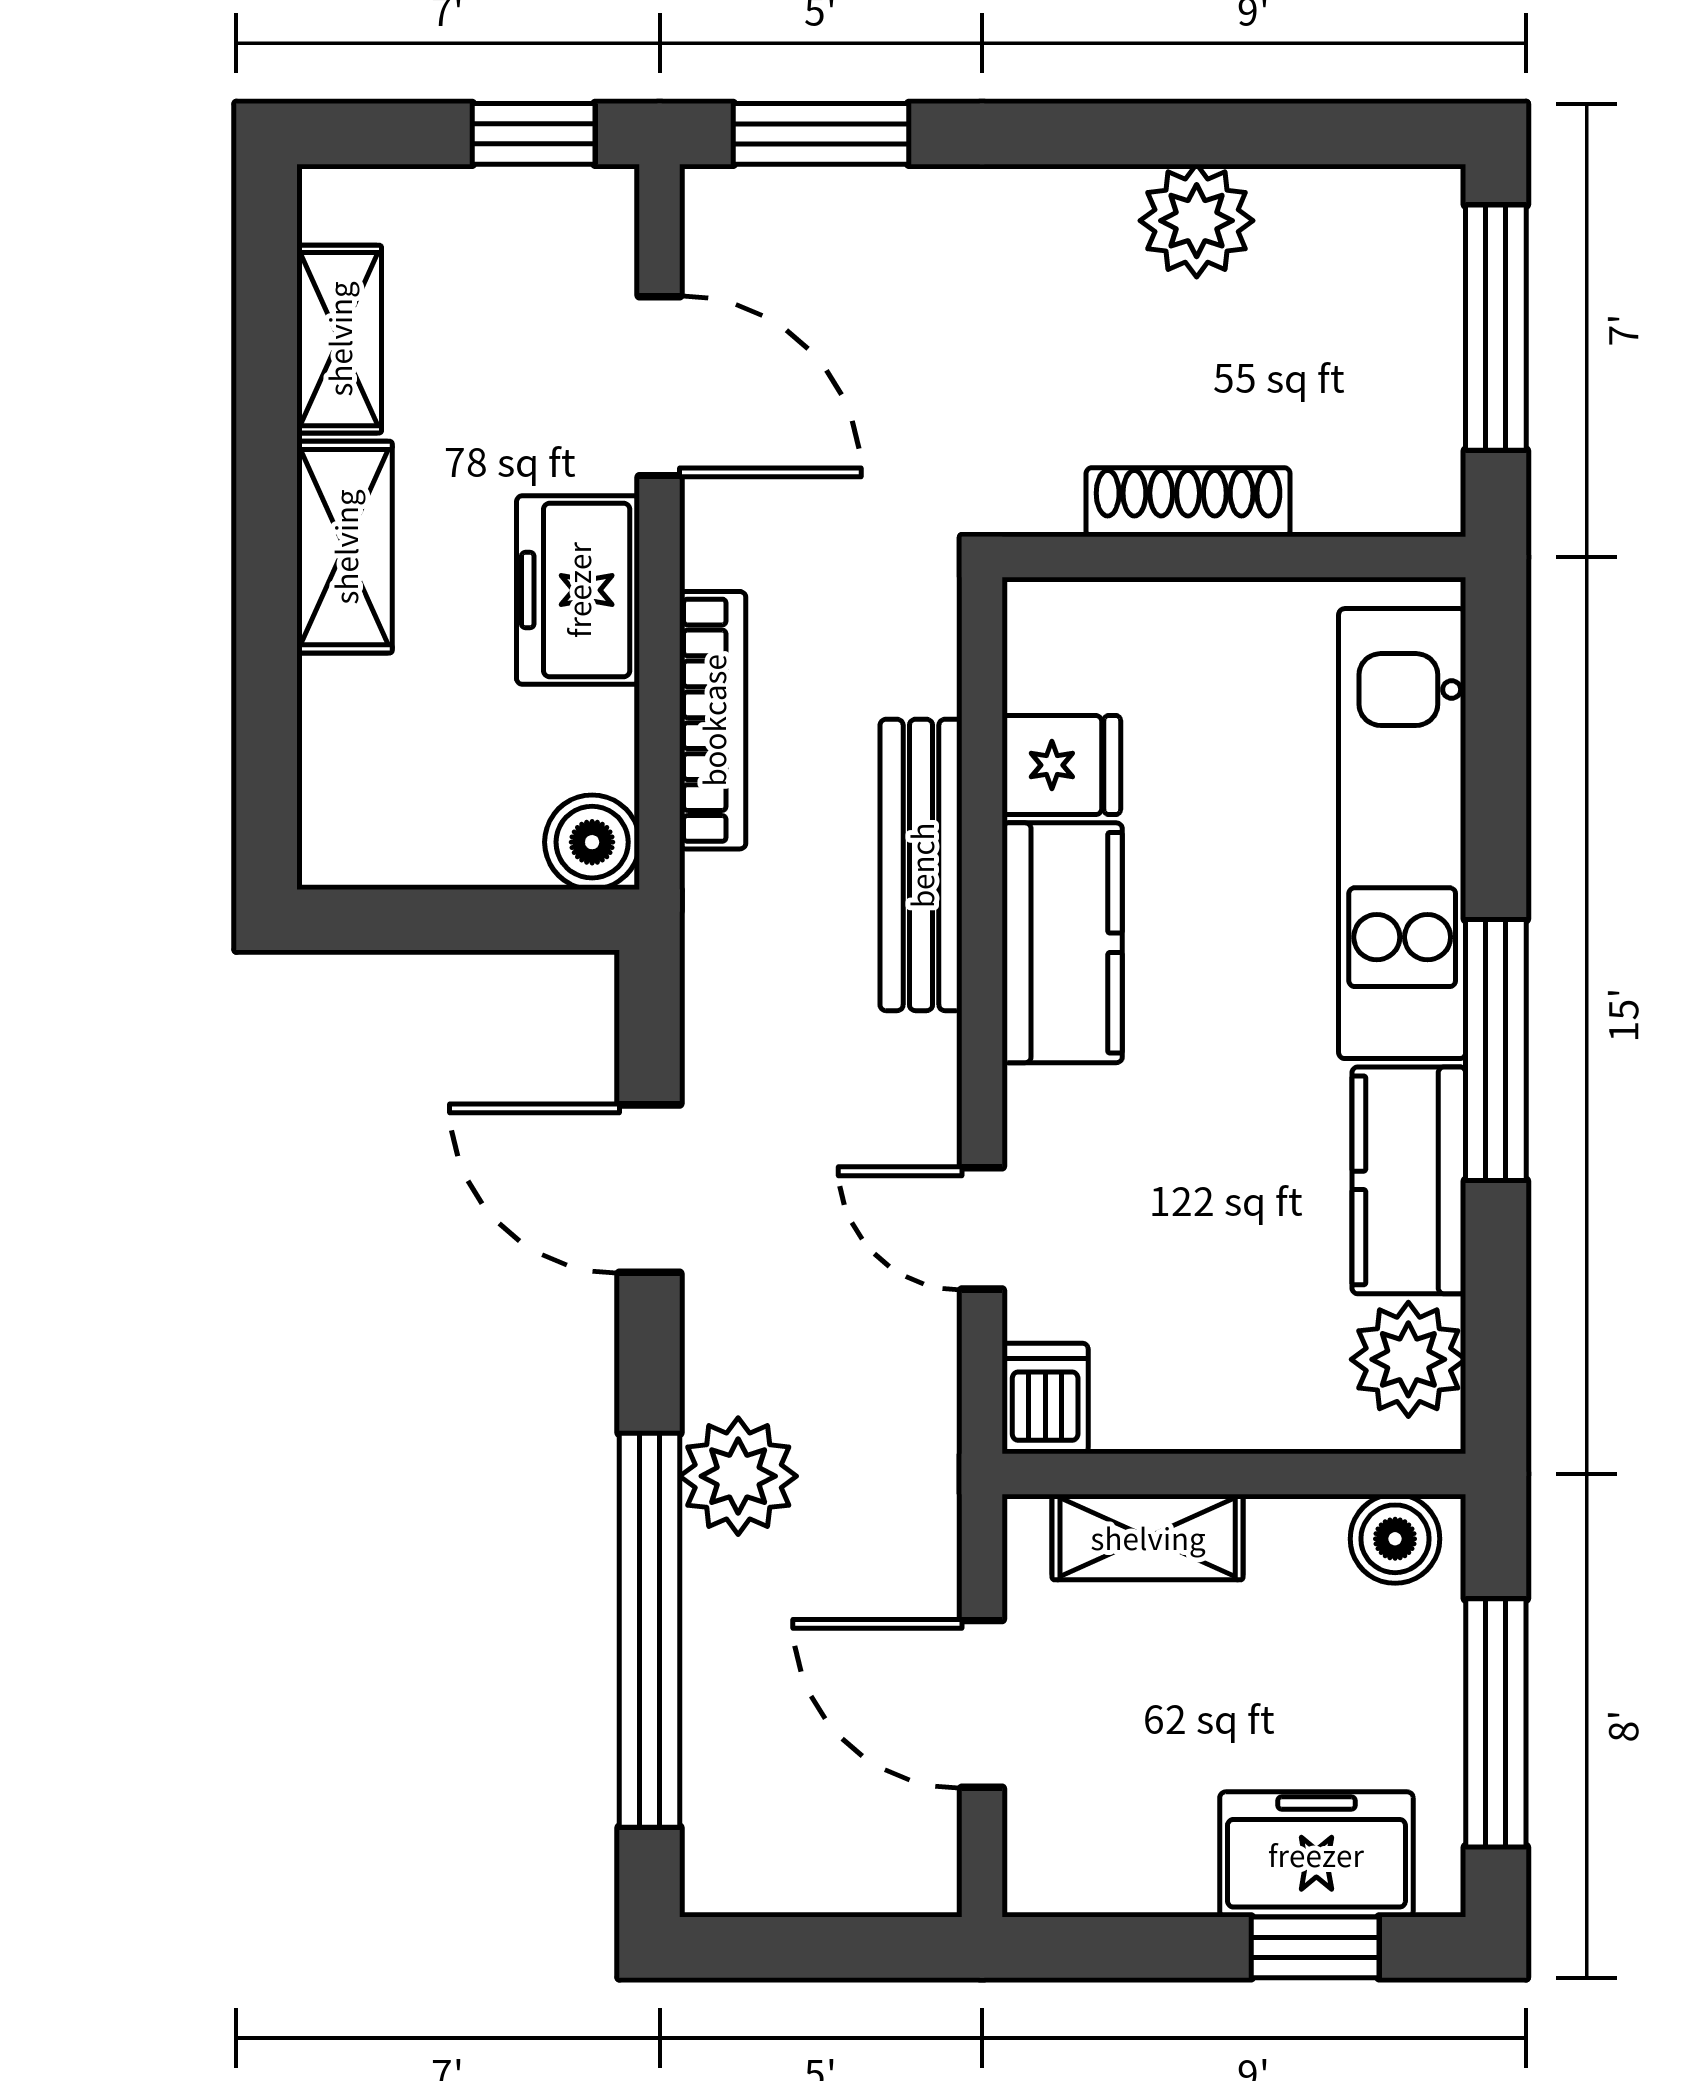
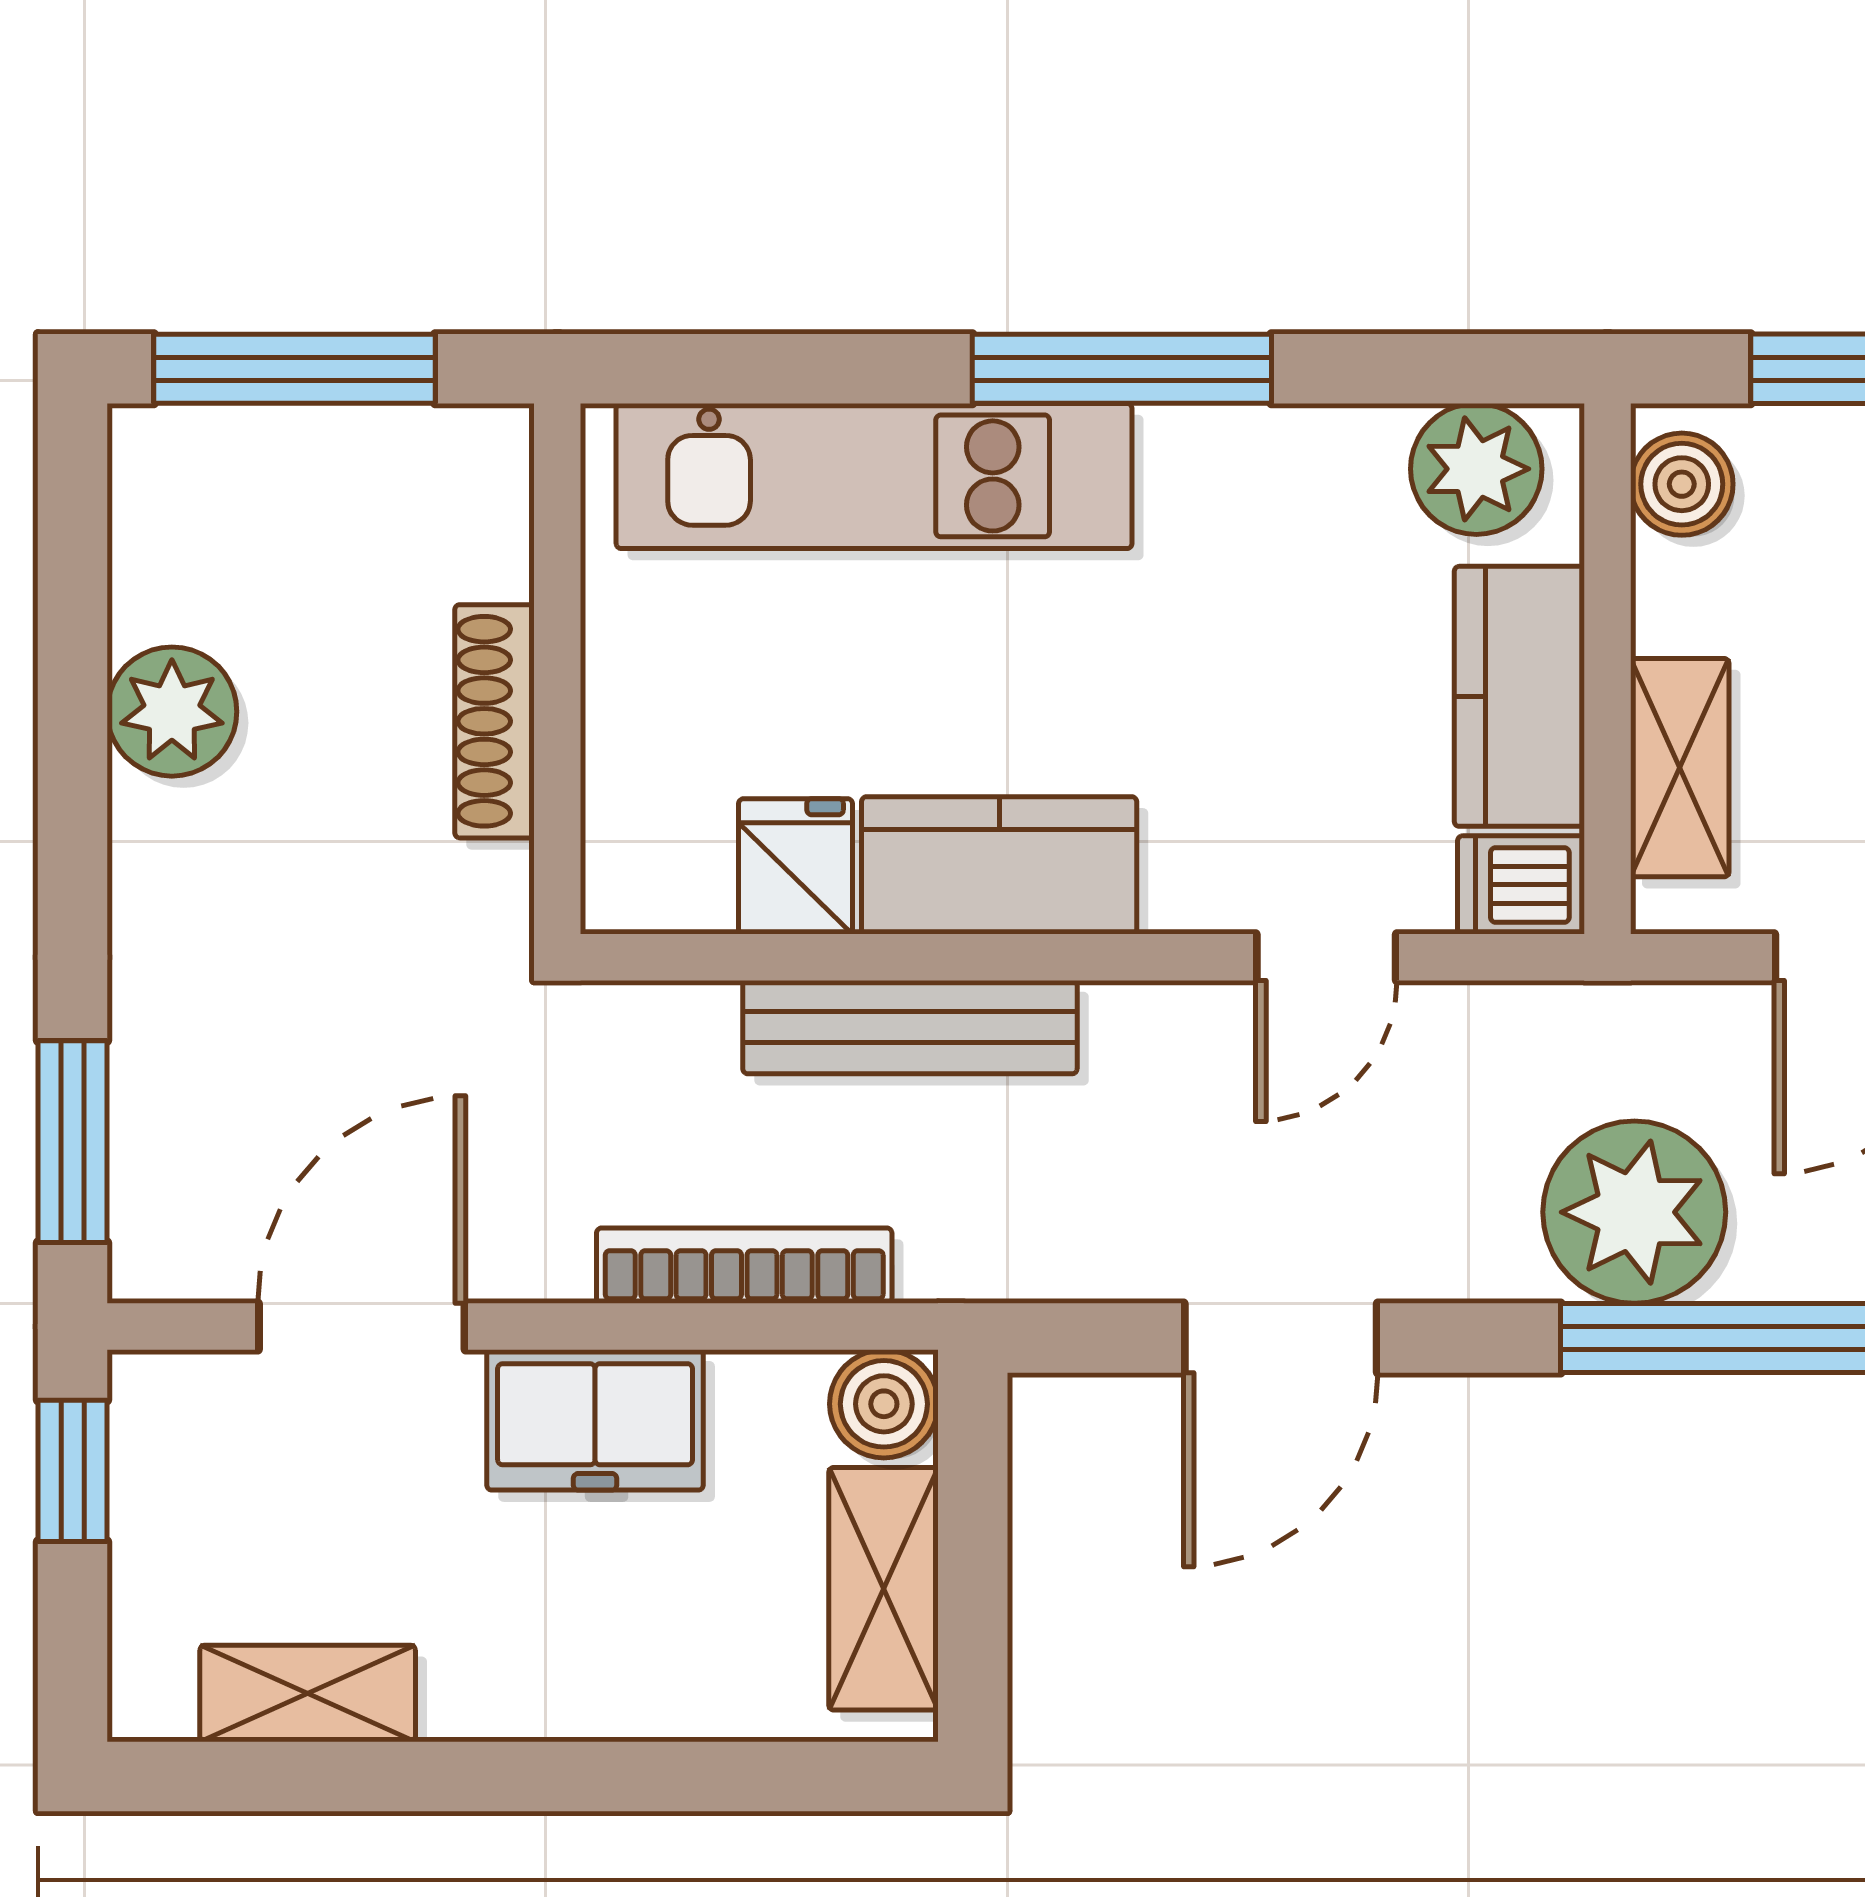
shelving: (345, 547) -> (883, 1589), moved, turned 90
kitchen counter: (1409, 1180) -> (1519, 696), moved, turned 90
plant: (738, 1476) -> (1634, 1212), width x1.36, depth x1.36

